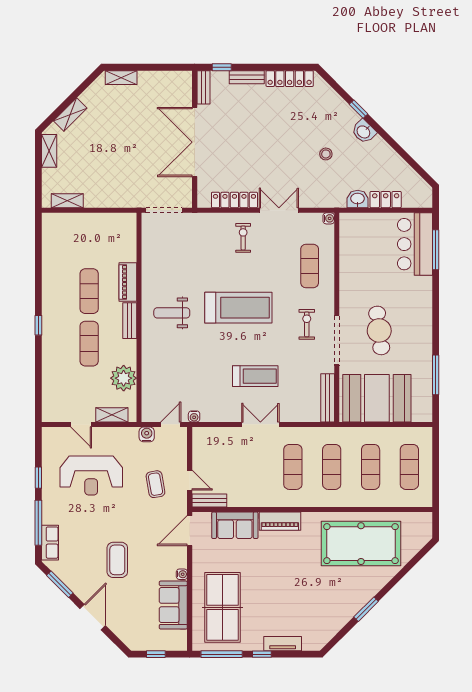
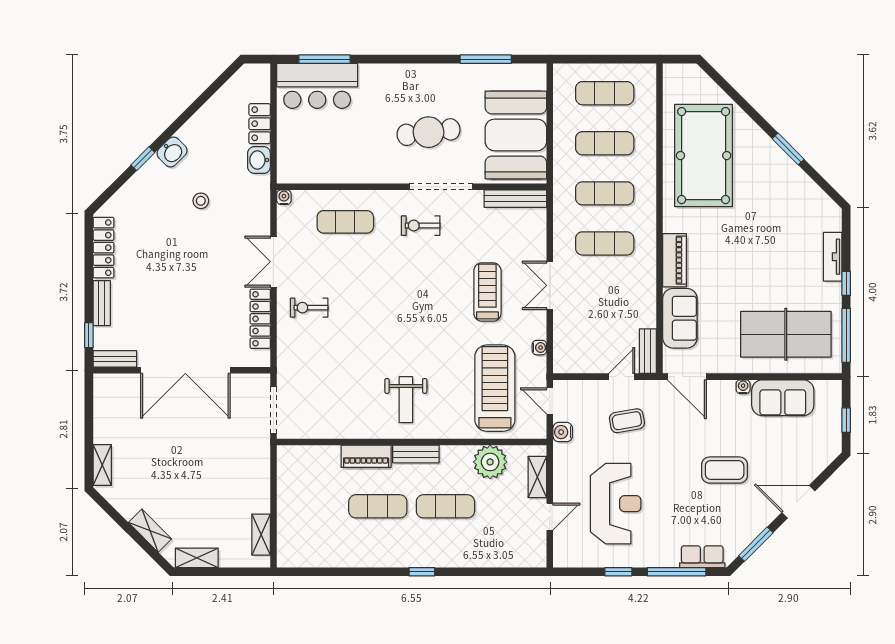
treadmill: (238, 308) -> (495, 388), moved
water cooler: (194, 416) -> (539, 348), moved

